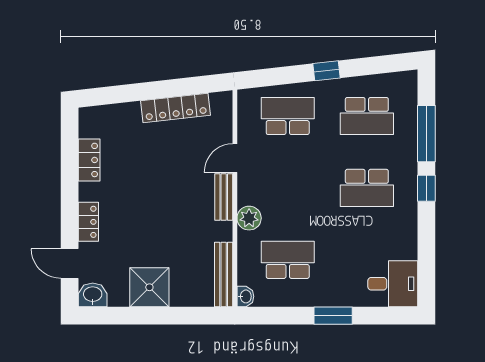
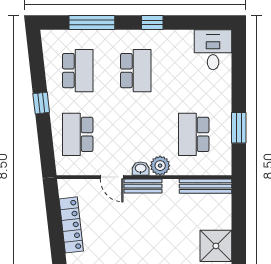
window: (426, 188) -> (152, 23), moved
washbasin: (245, 296) -> (141, 169), moved
window: (333, 316) -> (239, 128), moved

